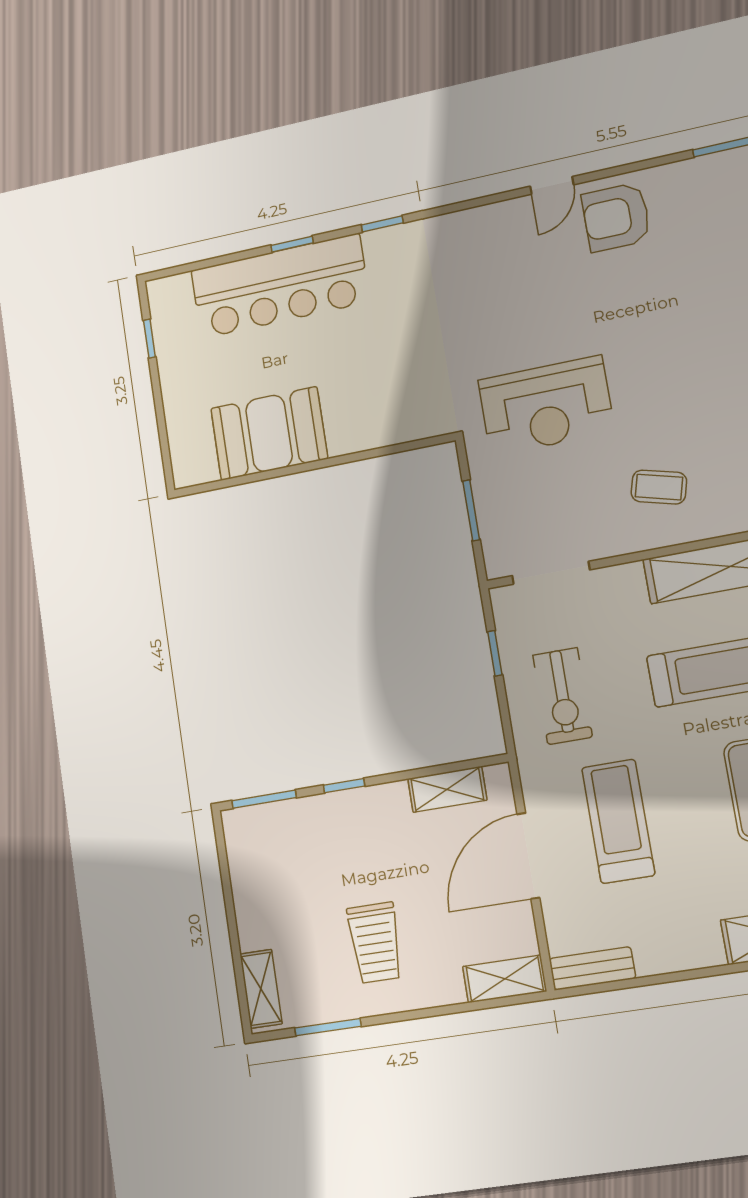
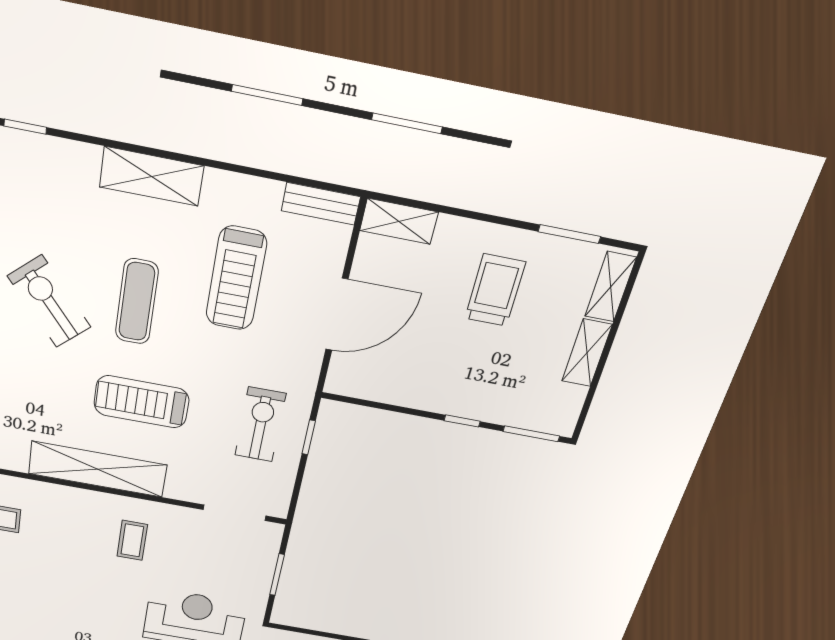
coffee table: (659, 487) -> (132, 540), turned 75
window: (495, 653) -> (309, 437), moved
shelving: (447, 789) -> (587, 353), moved, turned 90
treadmill: (618, 821) -> (236, 279), moved

